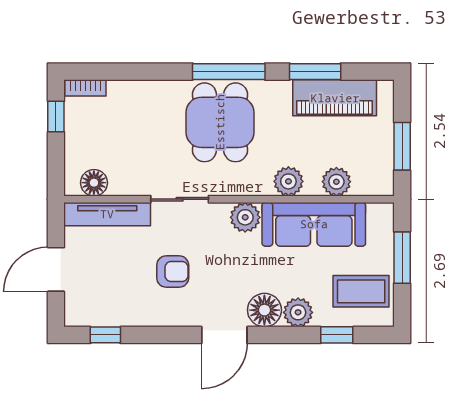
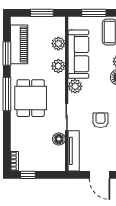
dining table: (220, 122) -> (31, 98), turned 90
floor lamp: (94, 183) -> (59, 139), moved

